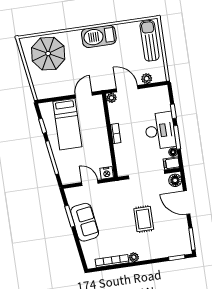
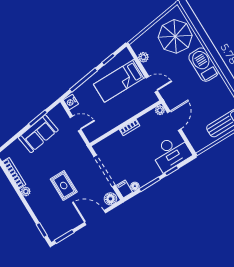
barbecue: (99, 36) -> (204, 65), moved
plant: (147, 79) -> (143, 57), moved
desk: (160, 131) -> (171, 153), moved
nightstand: (107, 173) -> (71, 102), moved
door: (90, 183) -> (75, 124), hinge flipped
door: (187, 202) -> (95, 218), hinge flipped
rug: (144, 219) -> (64, 186), turned 90

